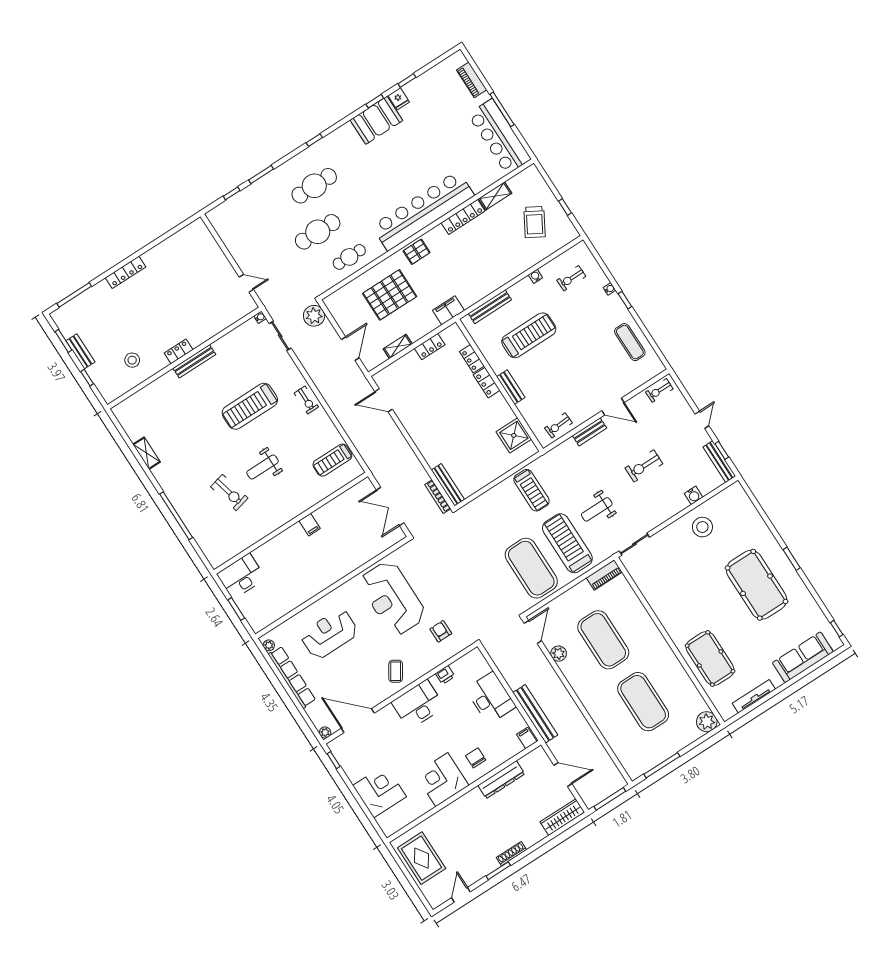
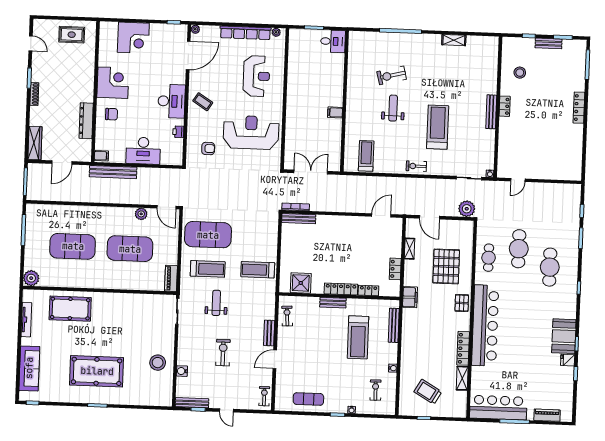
locker: (487, 383) -> (341, 289), width x1.53
treadmill: (567, 543) -> (208, 269), width x0.73, depth x0.73
desk: (241, 576) -> (333, 41), width x0.73
rug: (422, 858) -> (72, 35), width x0.73, depth x0.70

